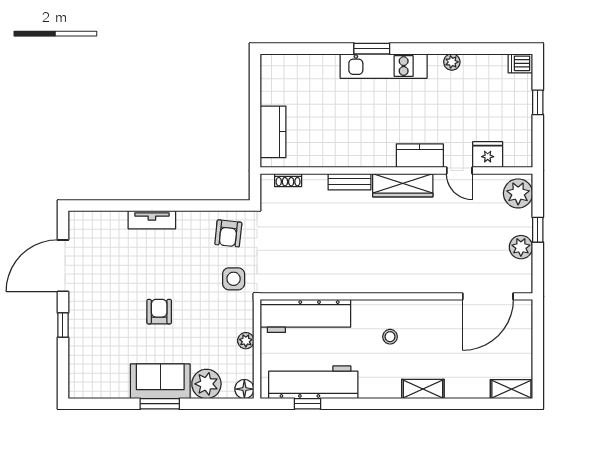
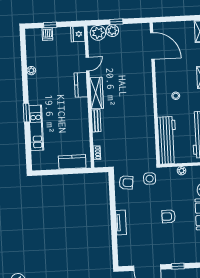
dishwasher: (520, 63) -> (47, 34), moved
kitchen unit: (384, 66) -> (36, 128), moved
fridge: (488, 154) -> (78, 34), moved
plant: (521, 247) -> (112, 31), moved

